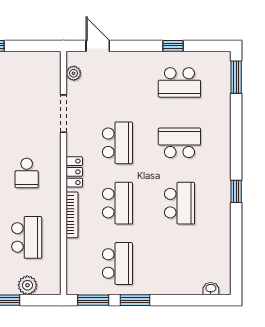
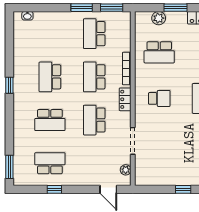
school desk: (27, 173) -> (159, 98), turned 90
school desk: (27, 237) -> (159, 52), turned -90

